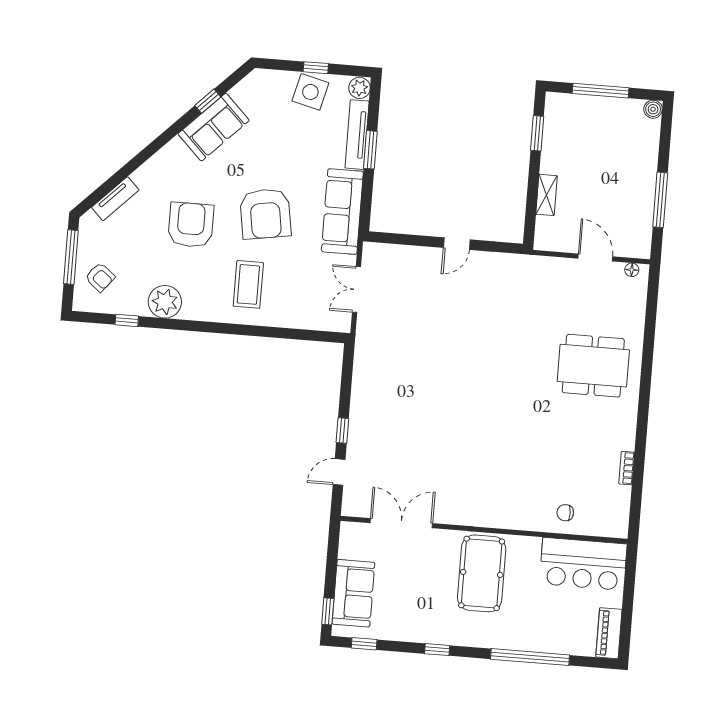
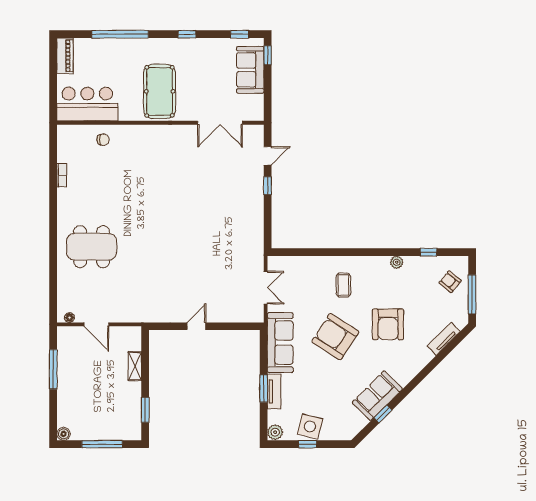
tv unit: (357, 135) -> (274, 391), width x0.71
armchair: (265, 214) -> (335, 337), turned -48
coffee table: (248, 284) -> (343, 285), width x0.73, depth x0.77
plant: (165, 302) -> (397, 262), width x0.53, depth x0.53

